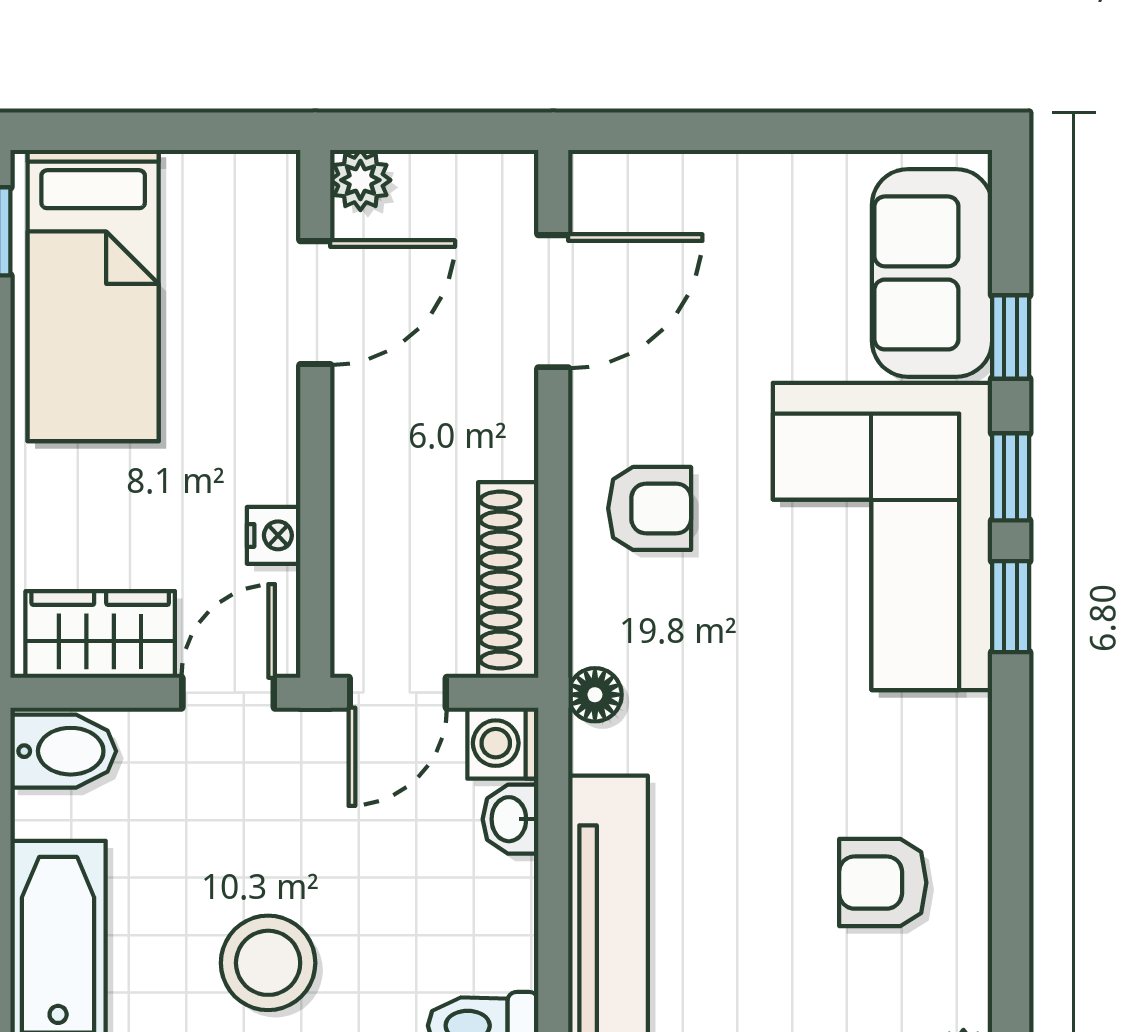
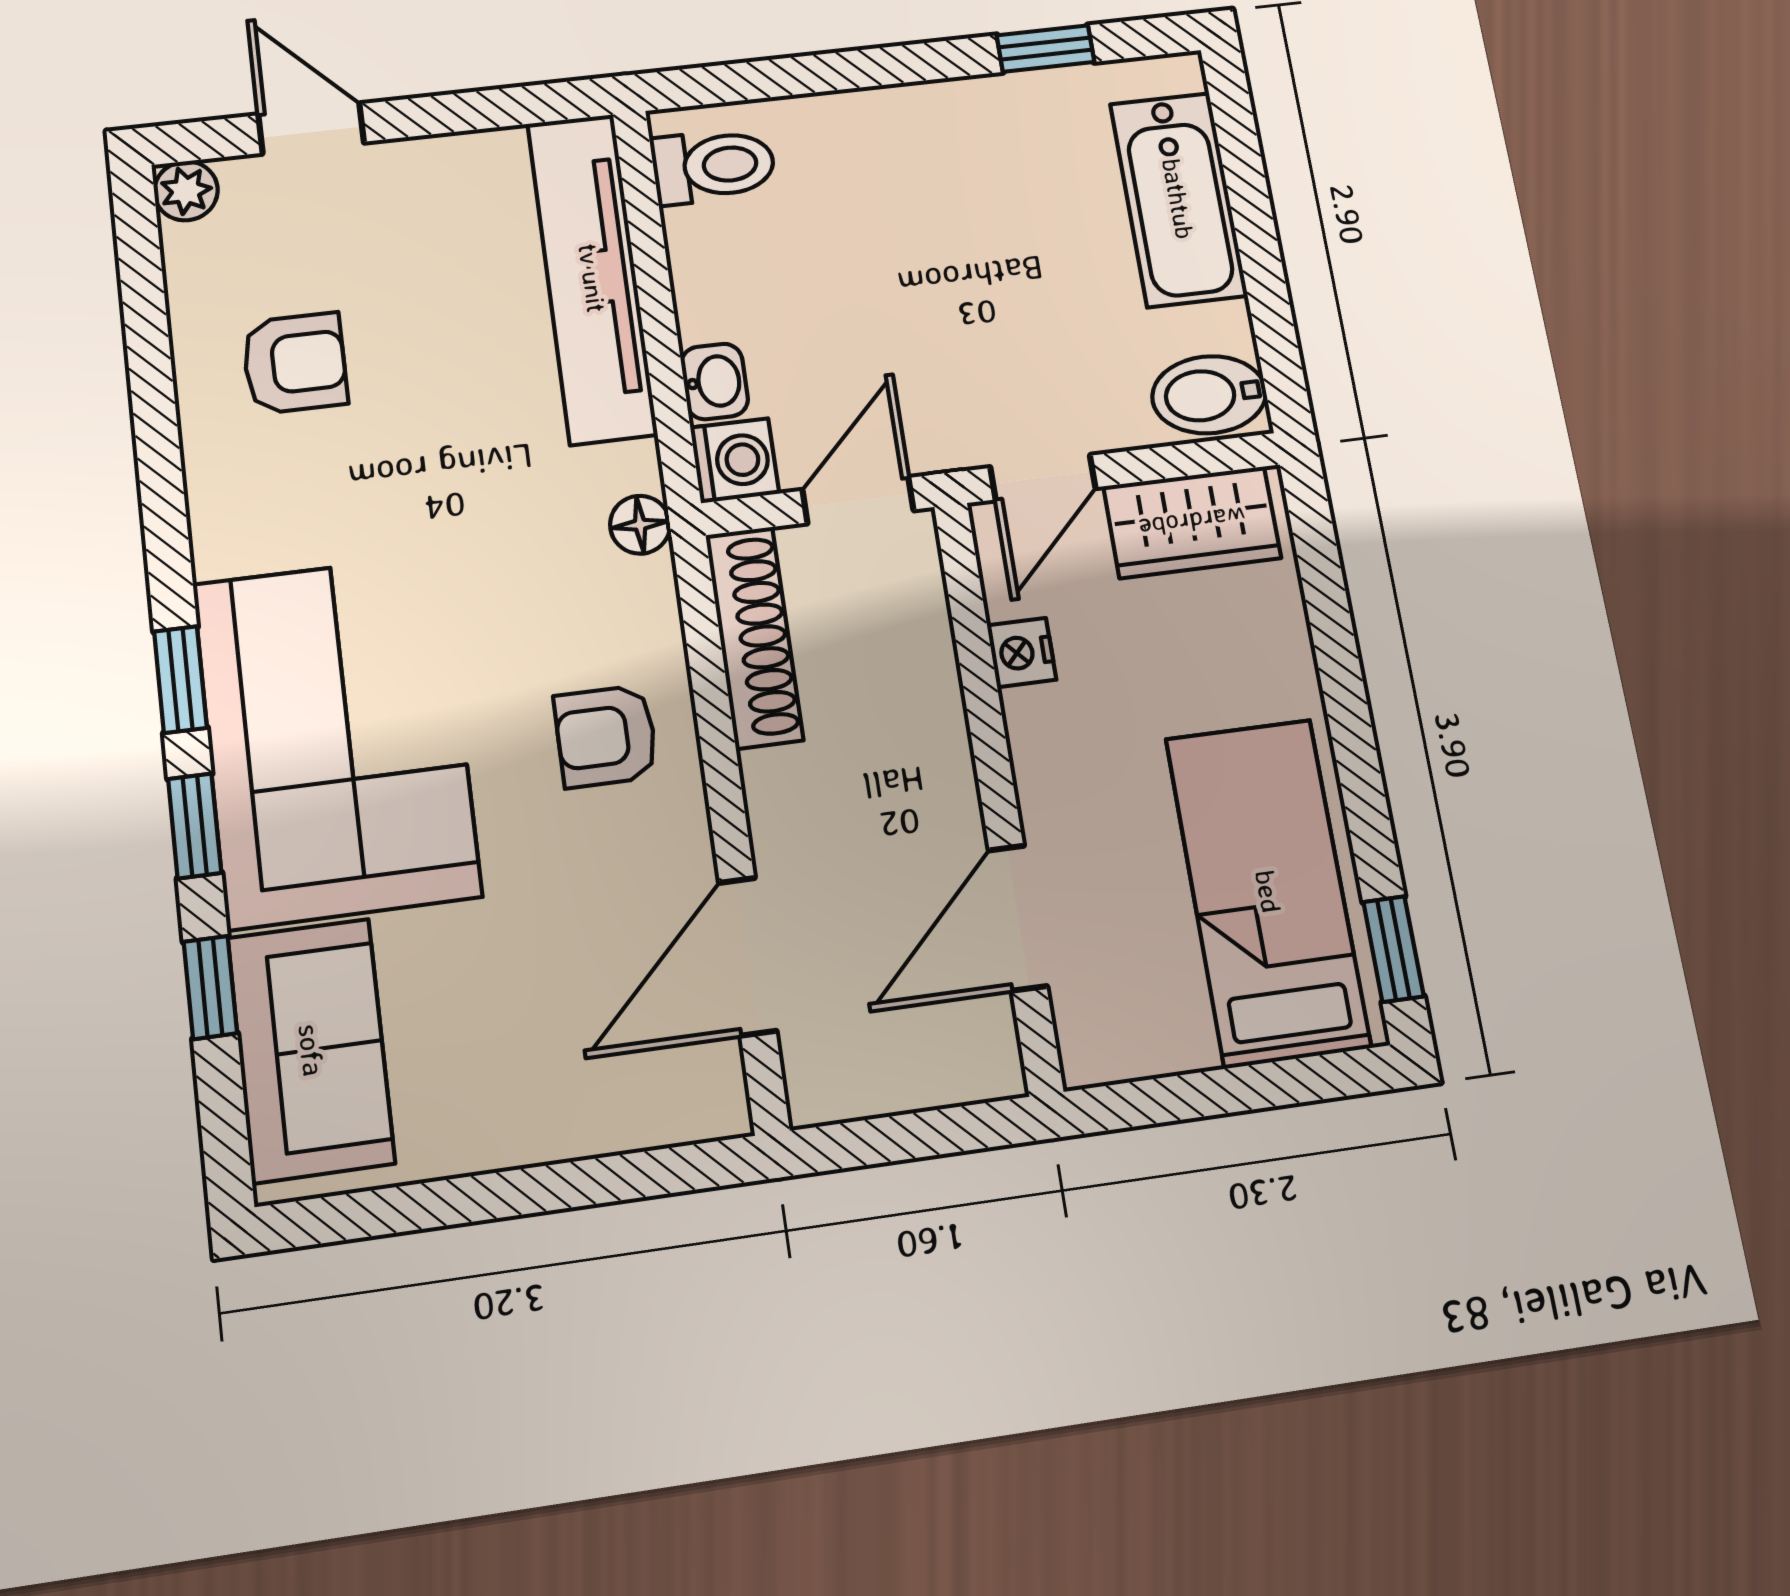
plant: (360, 180) -> (989, 1066), removed
stool: (268, 963) -> (953, 203), removed

